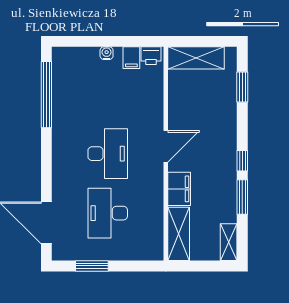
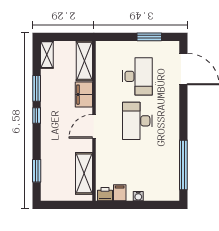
shelving: (196, 58) -> (84, 173), moved, turned 90

